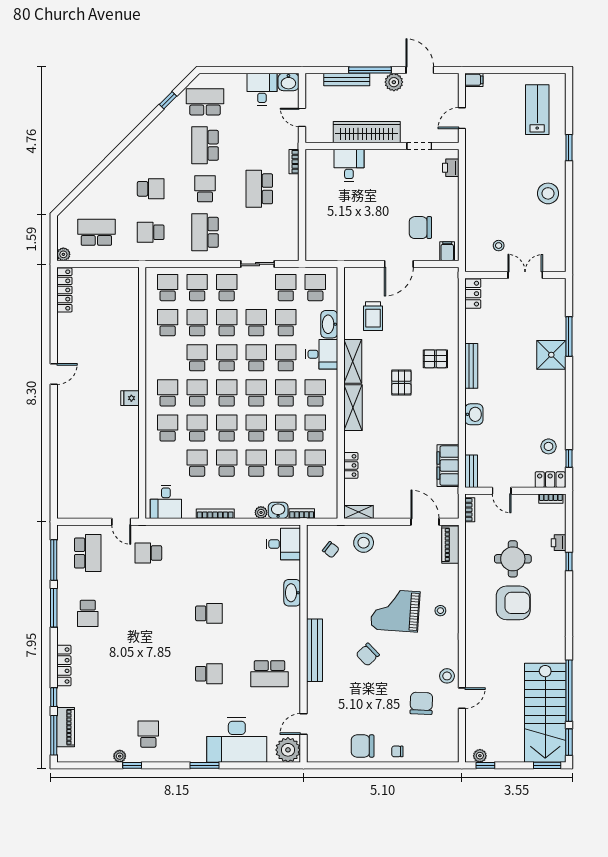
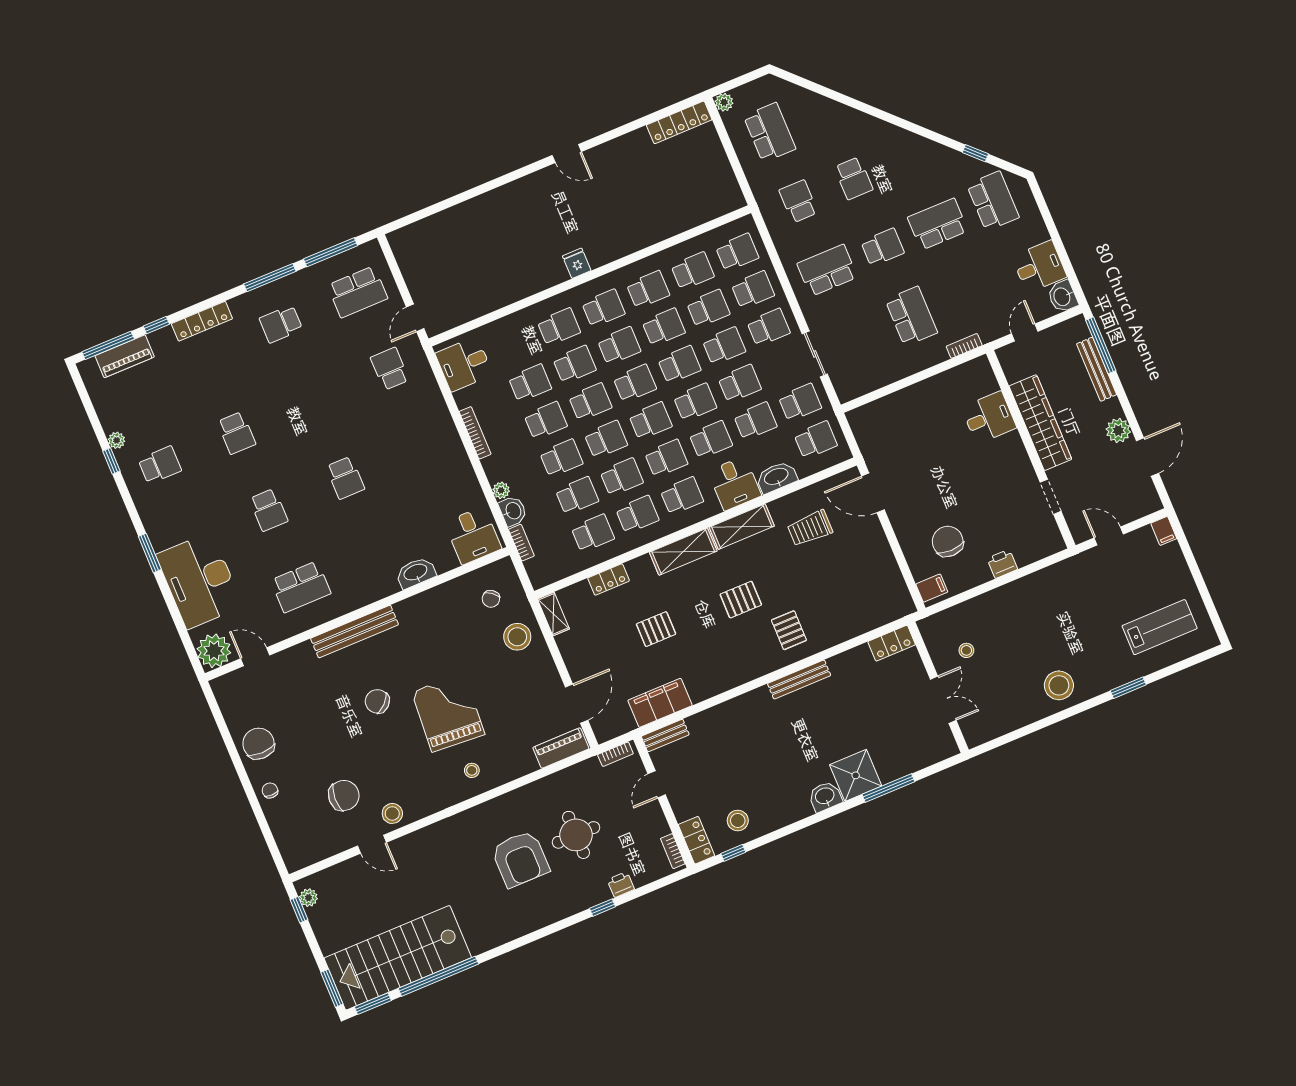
window: (370, 70) -> (1101, 345), moved
printer: (451, 168) -> (1002, 564), moved
school desk: (259, 189) -> (911, 316), turned 90
door: (399, 264) -> (873, 493), moved
school desk: (168, 358) -> (648, 290), added
washbasin: (474, 414) -> (825, 796), moved, turned 180
pallet: (397, 448) -> (656, 629), added
school desk: (148, 674) -> (236, 433), added
school desk: (269, 674) -> (301, 587), turned -90

